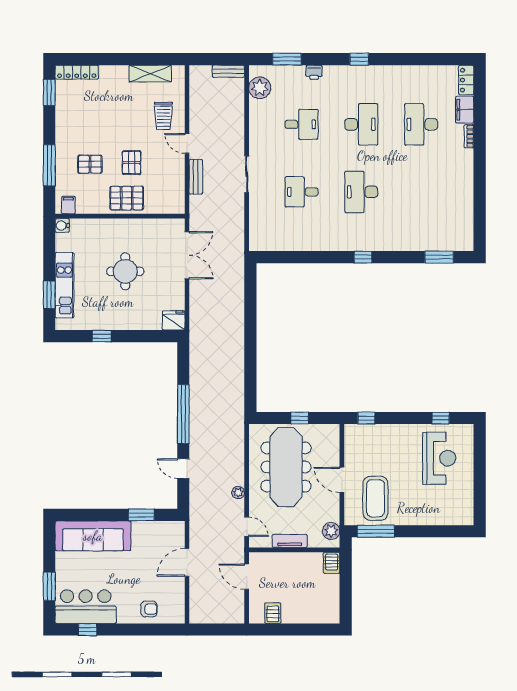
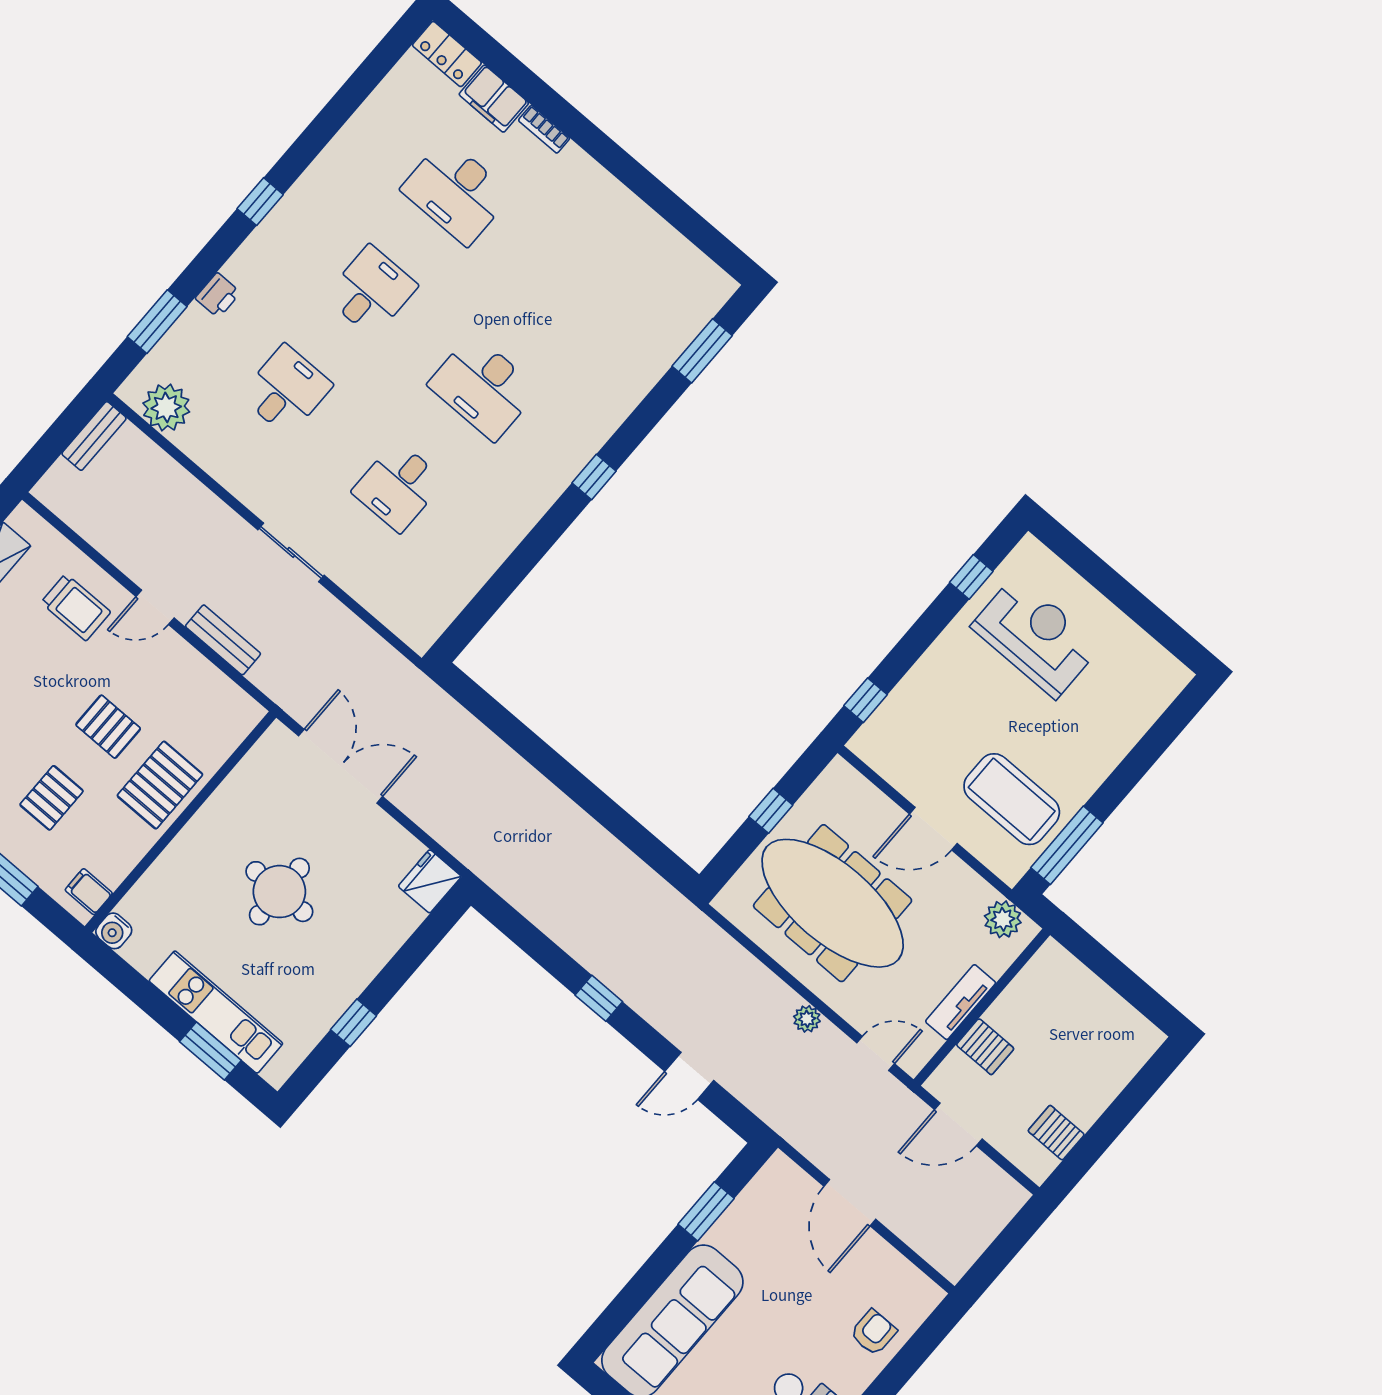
desk: (361, 124) -> (371, 291), width x0.73
window: (183, 414) -> (599, 998), width x0.32
server rack: (332, 563) -> (985, 1047), moved

